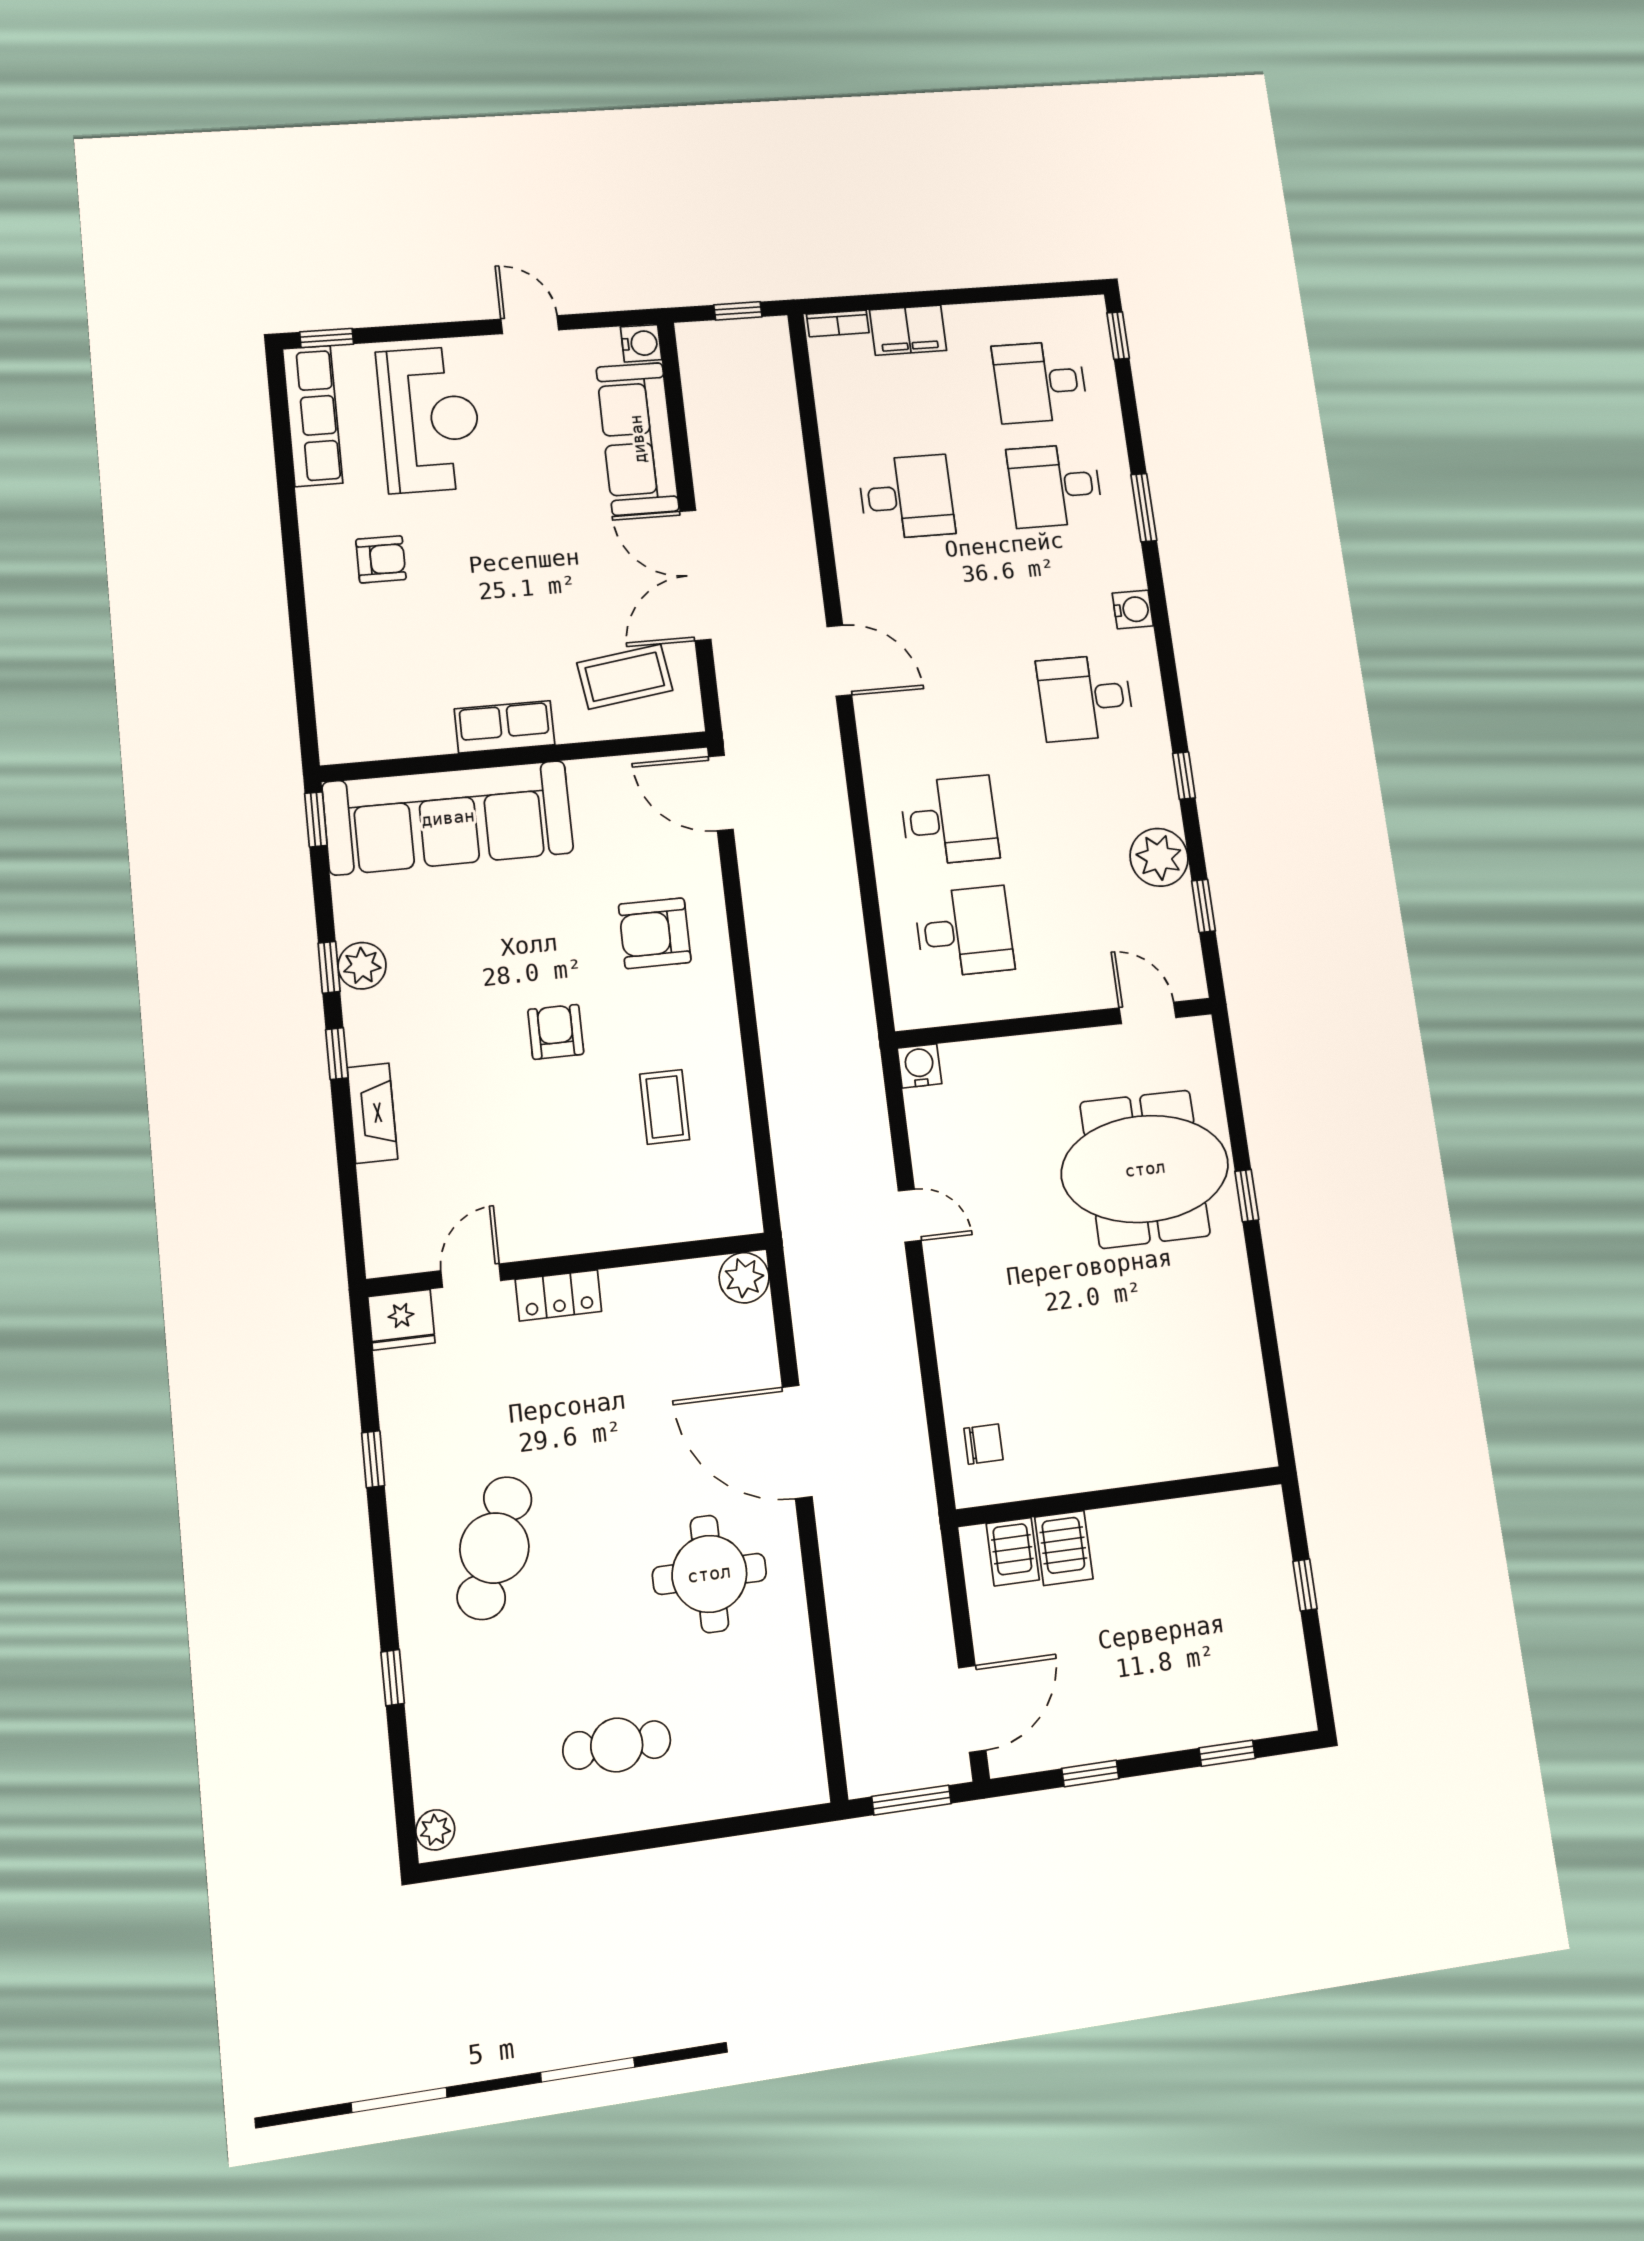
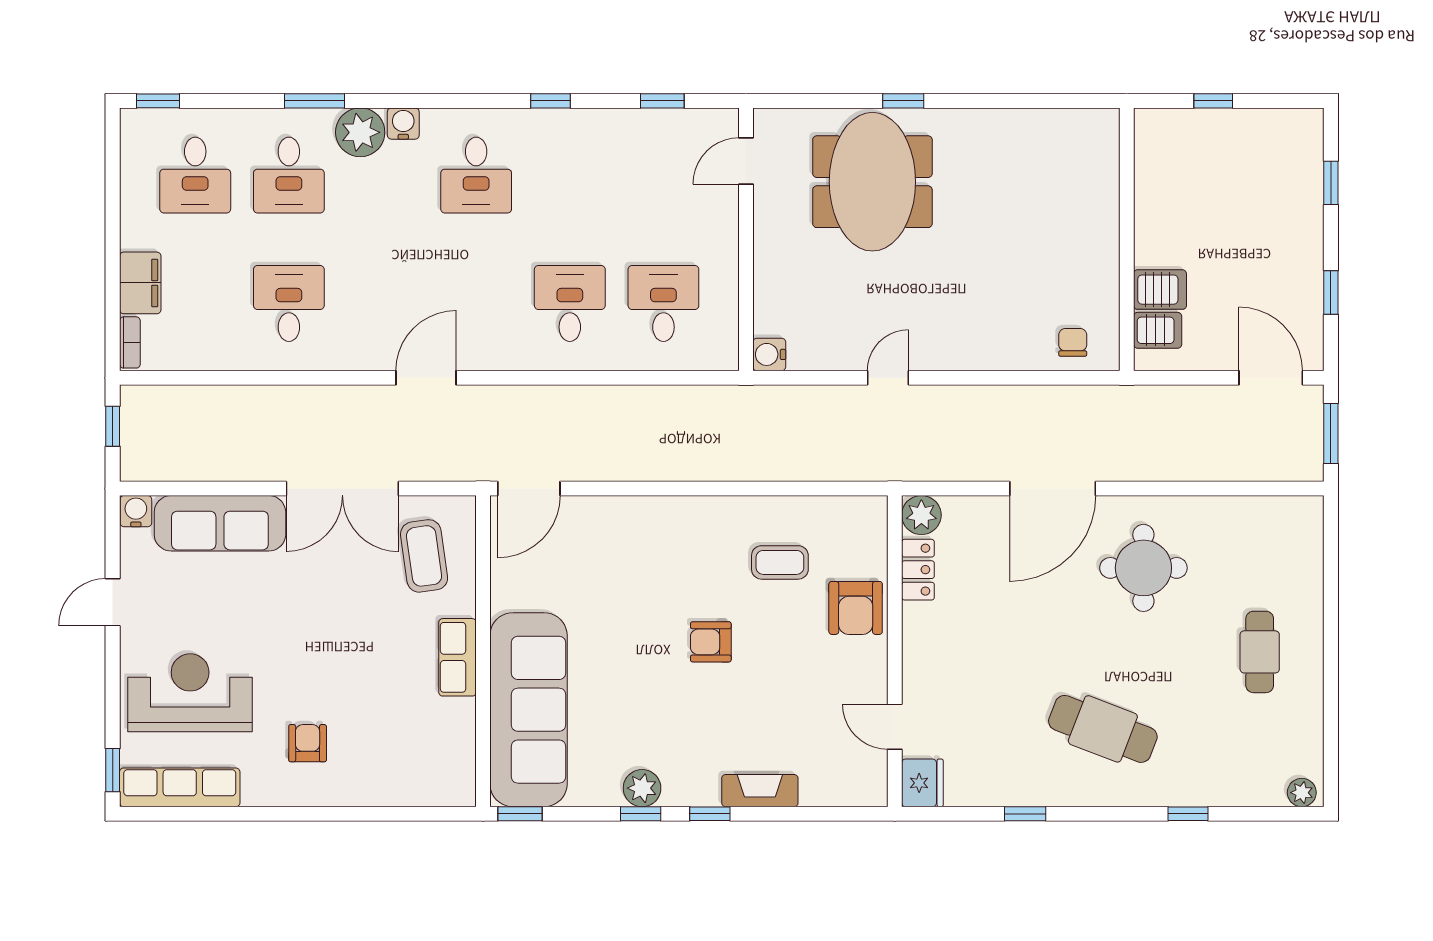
plant: (1159, 857) -> (360, 132), moved
armchair: (655, 933) -> (856, 608), moved
locker: (558, 1295) -> (918, 570), moved

